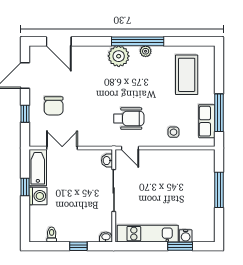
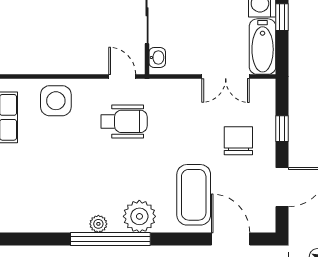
coffee table: (187, 75) -> (194, 195), moved
wheelchair: (129, 119) -> (124, 121), turned 180
side table: (174, 132) -> (56, 101), width x1.87, depth x1.87

